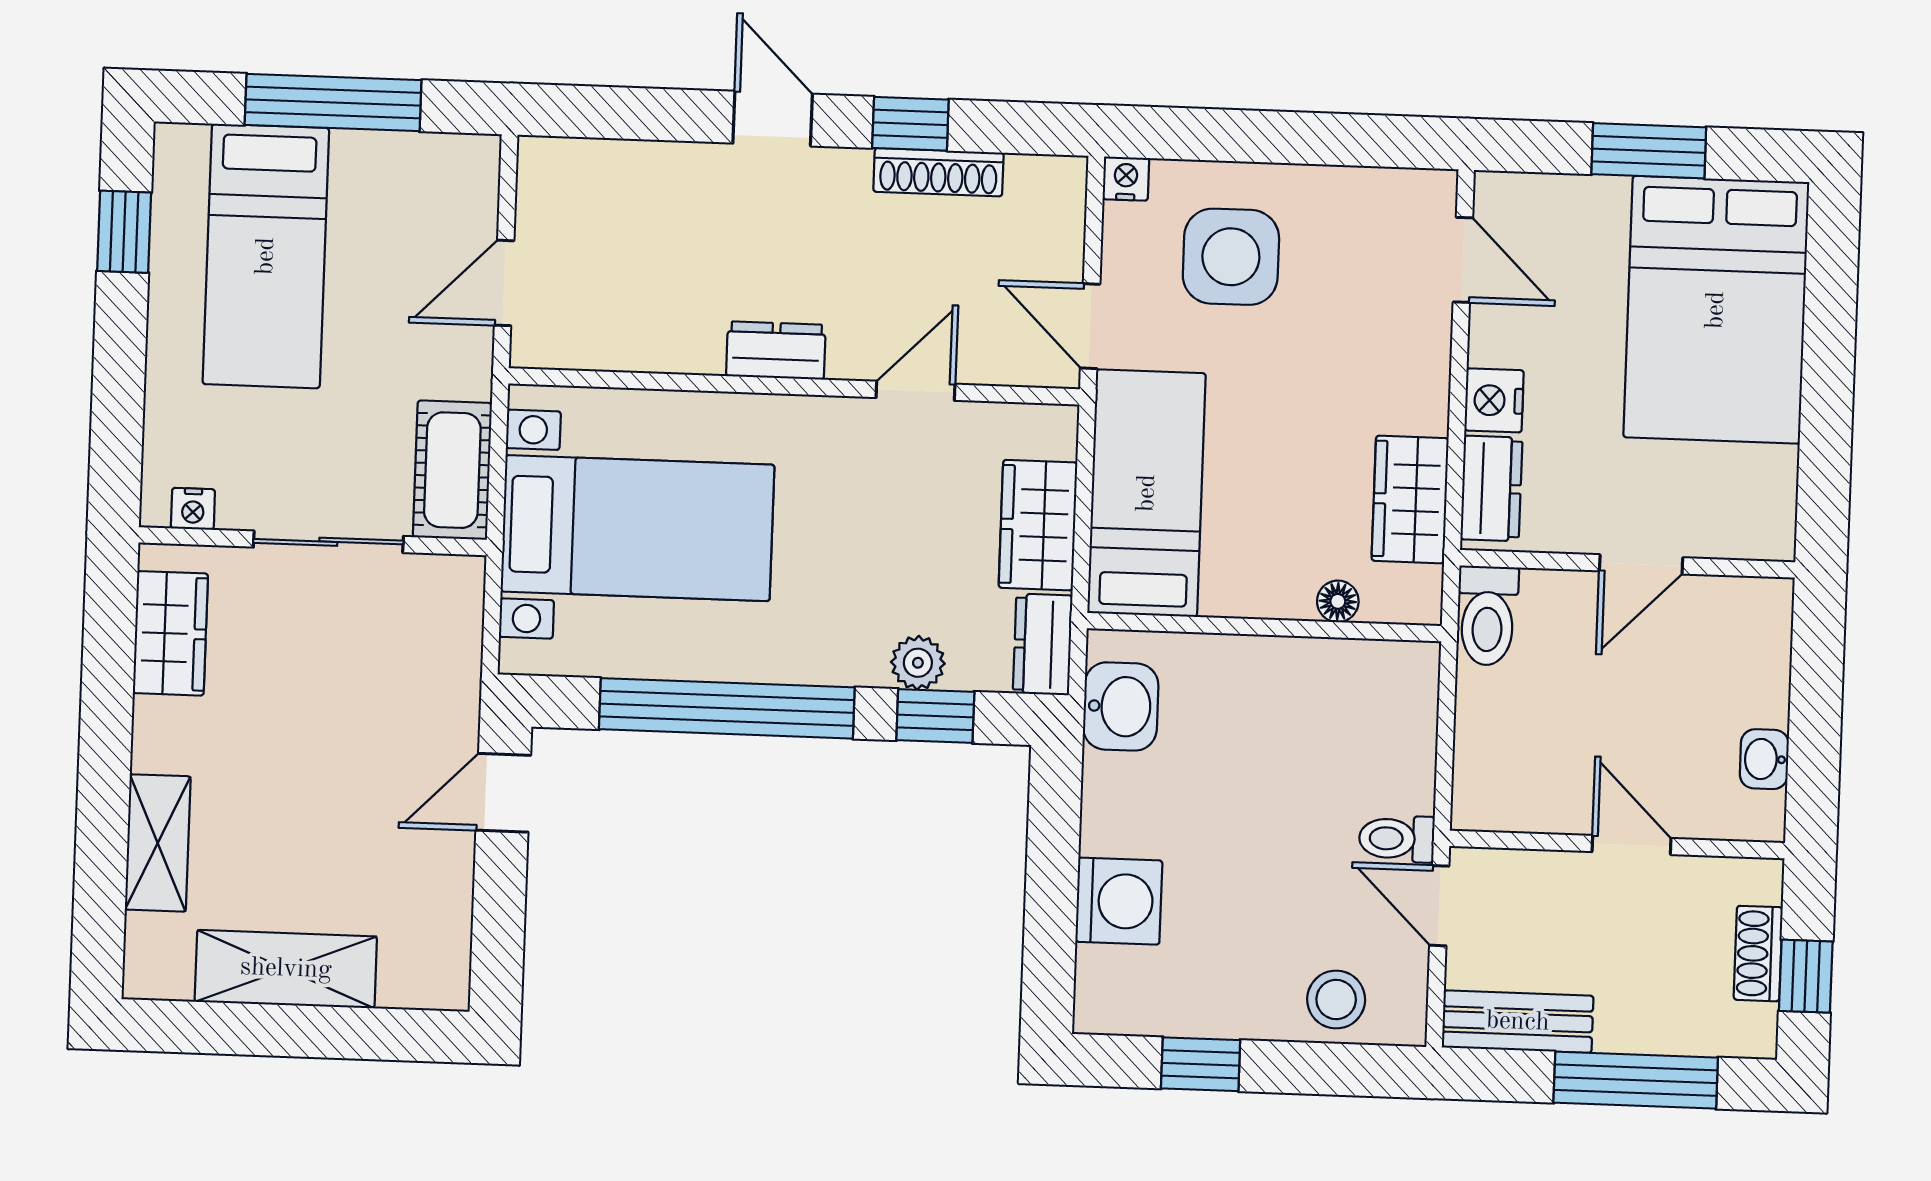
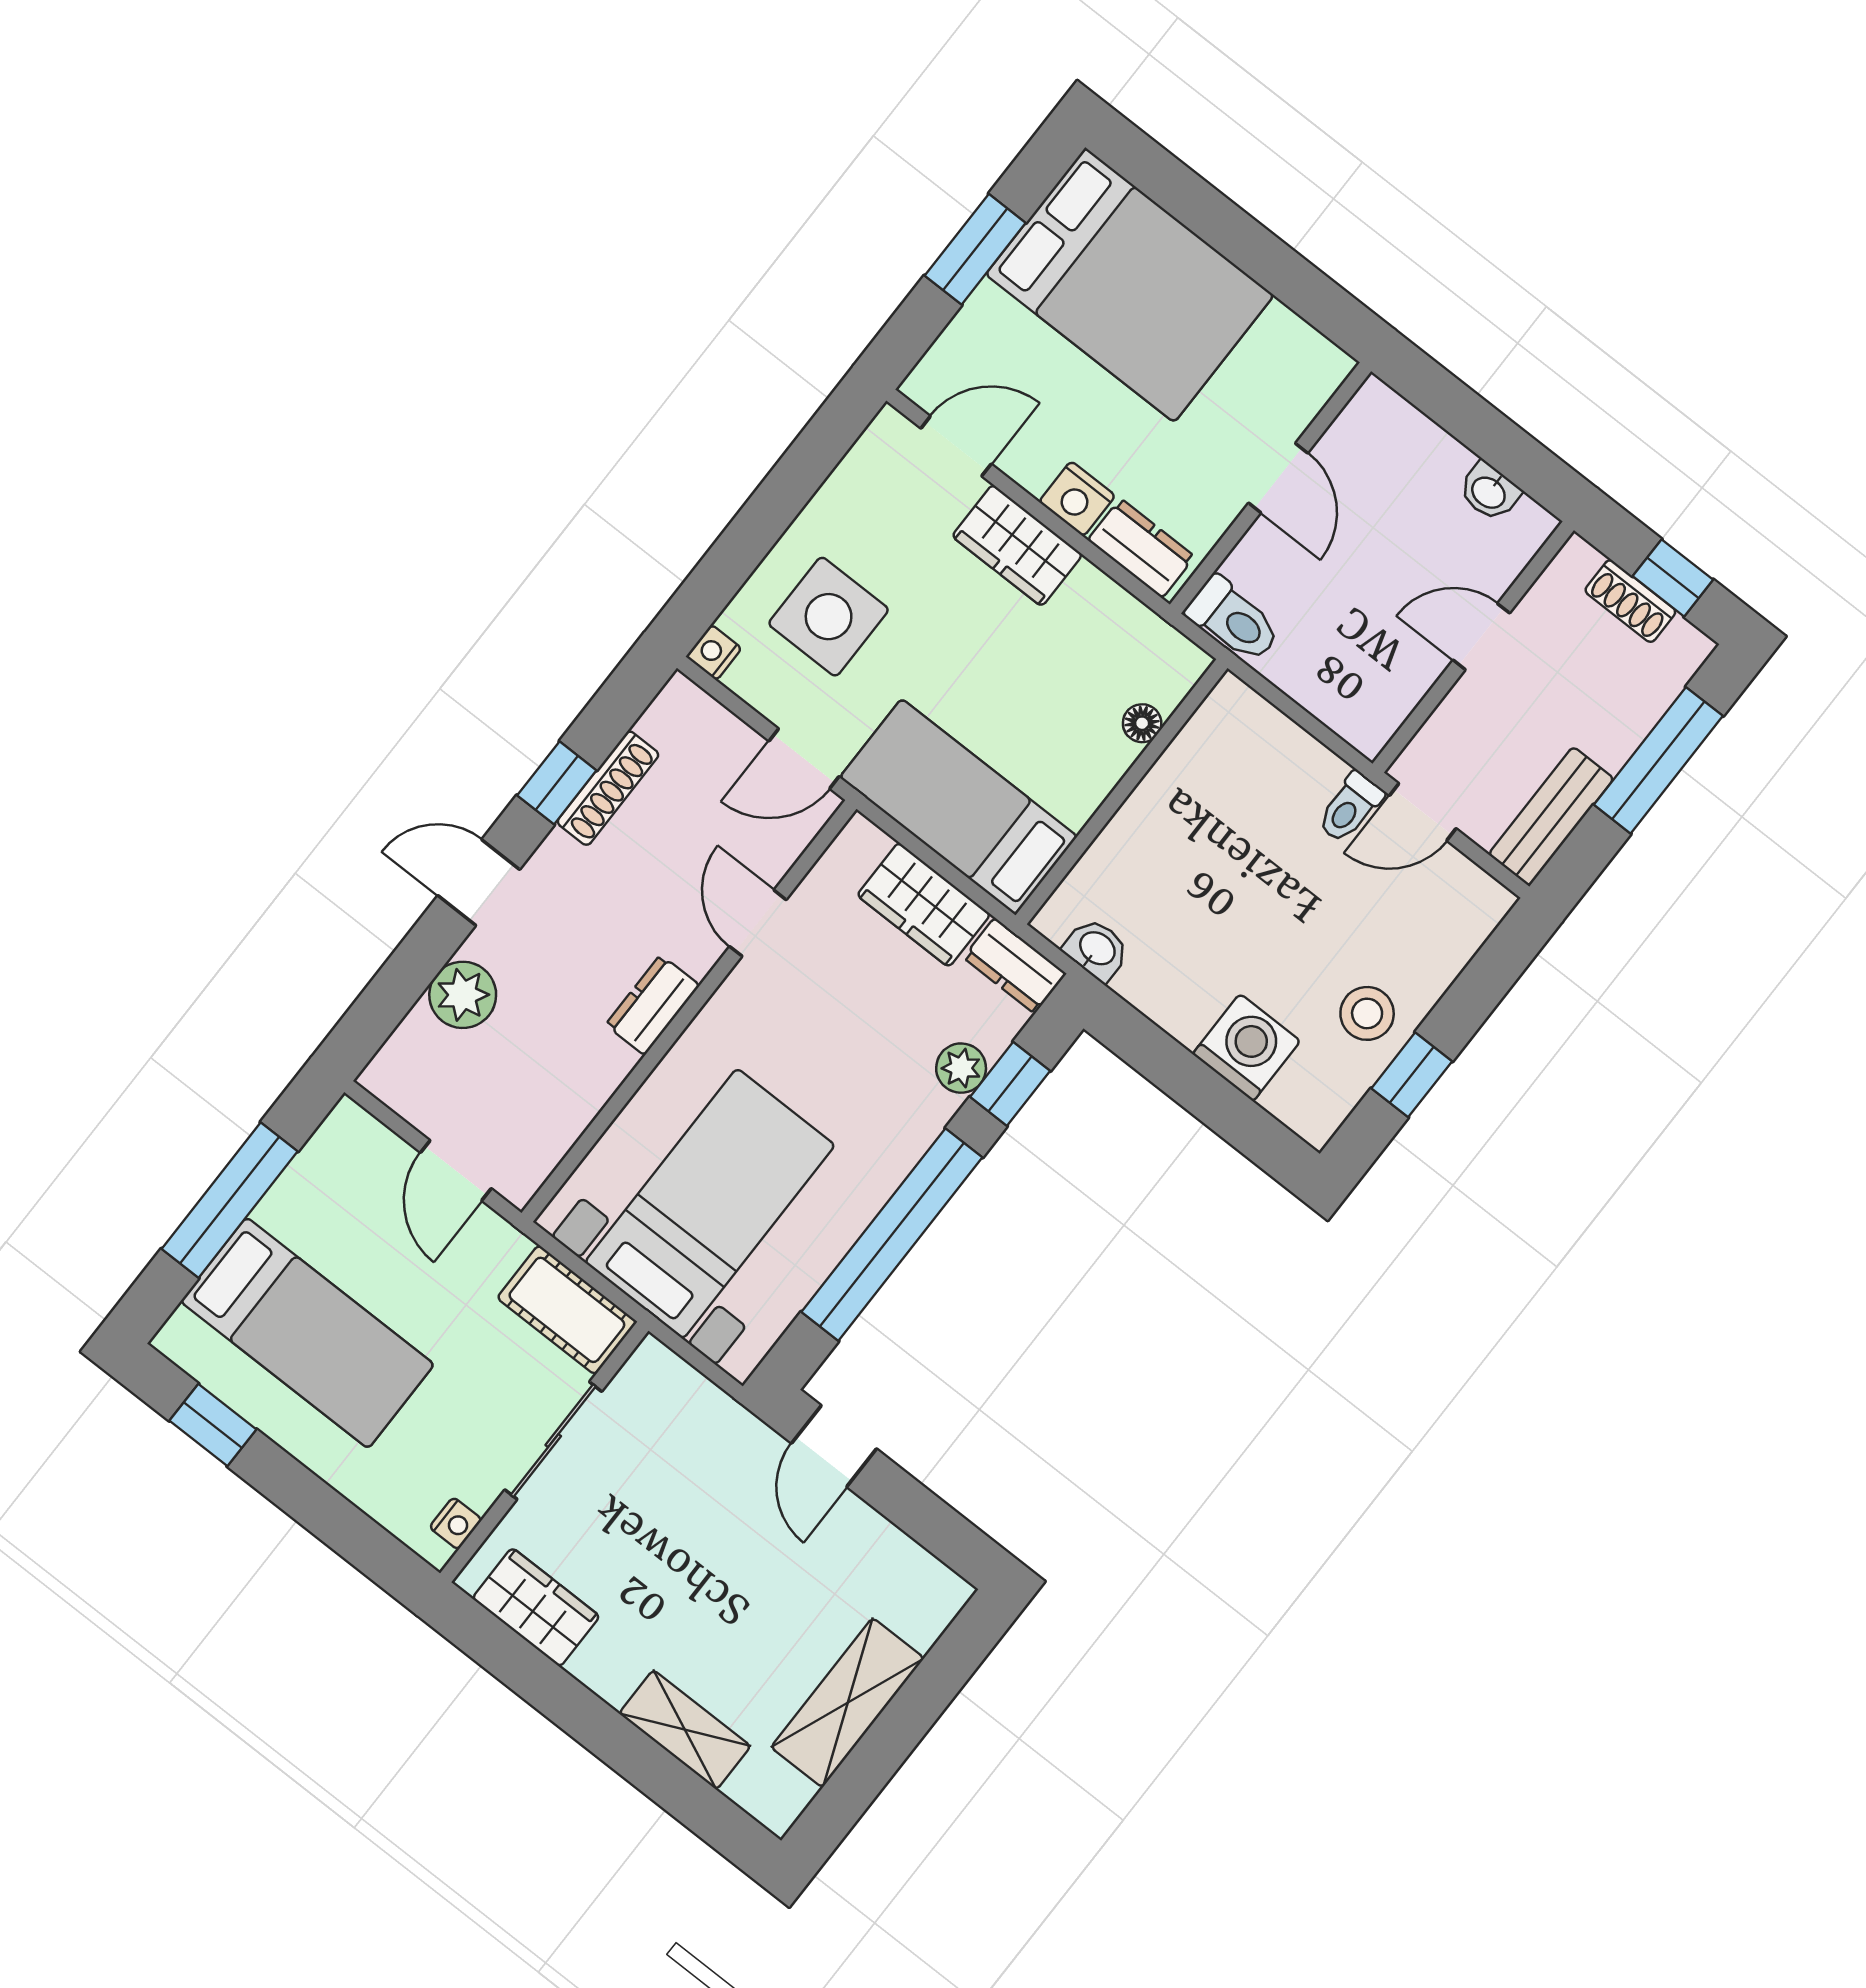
plant: (663, 176) -> (463, 995), added
wardrobe: (1410, 499) -> (1017, 545), moved
washbasin: (1121, 706) -> (1097, 949), width x0.72, depth x0.69
stool: (1336, 999) -> (1367, 1013), moved

